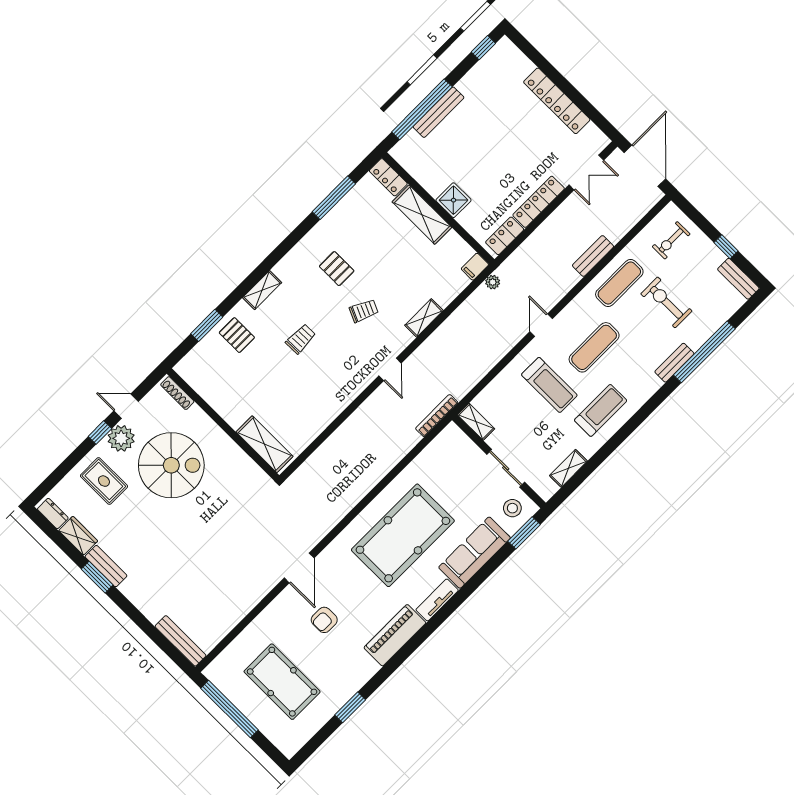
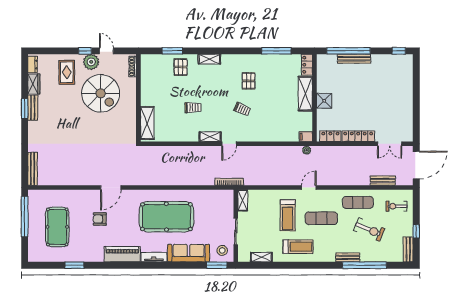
locker: (557, 101) -> (407, 103), removed
bench: (593, 256) -> (383, 181), moved
exercise bike: (666, 302) -> (369, 230), turned 113
shelving: (424, 318) -> (210, 137), moved
trolley: (301, 339) -> (193, 108), moved

